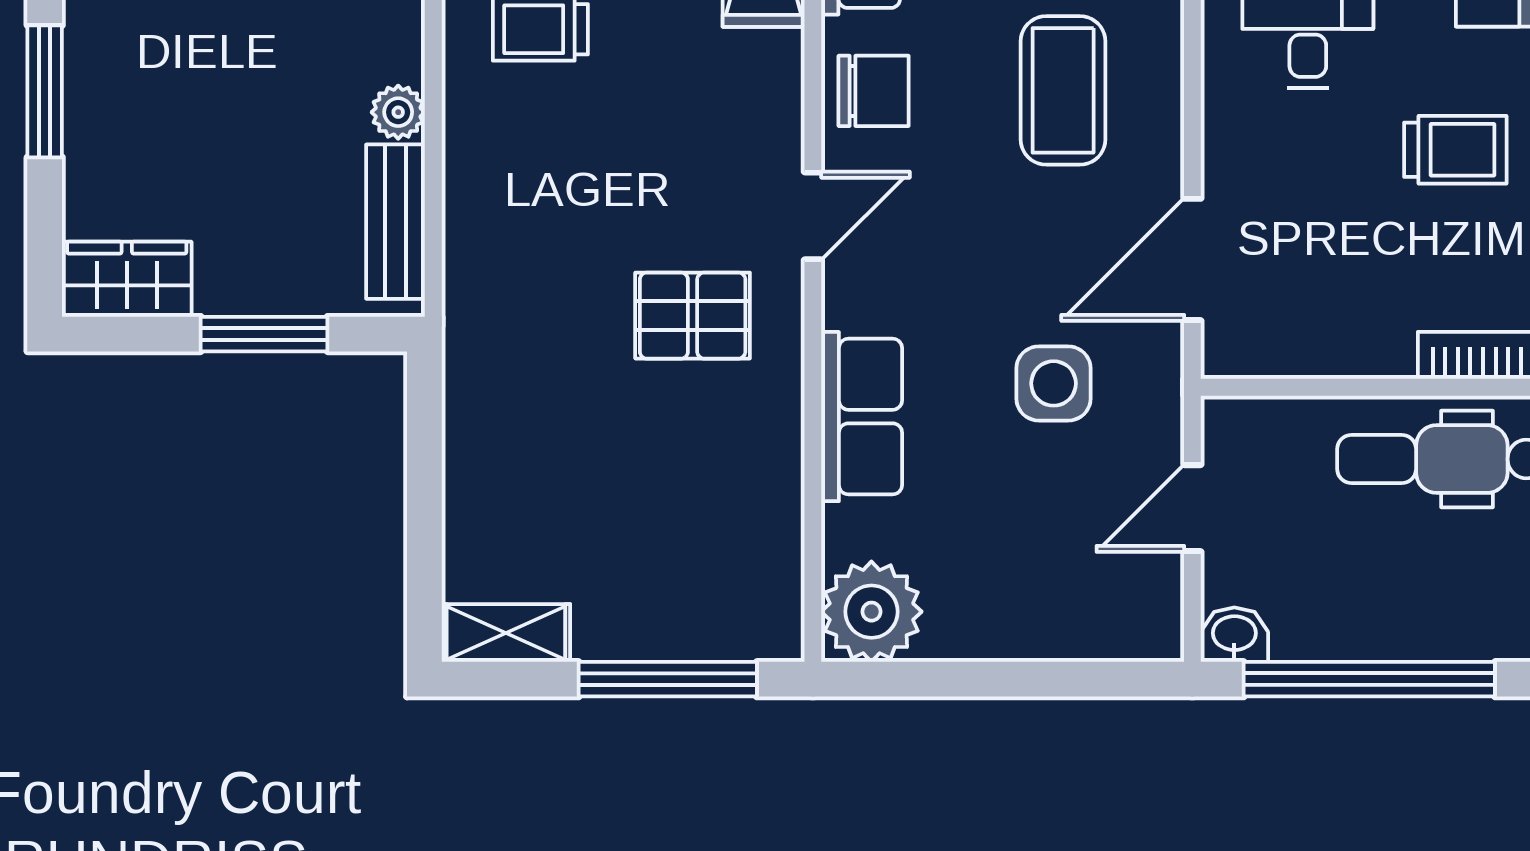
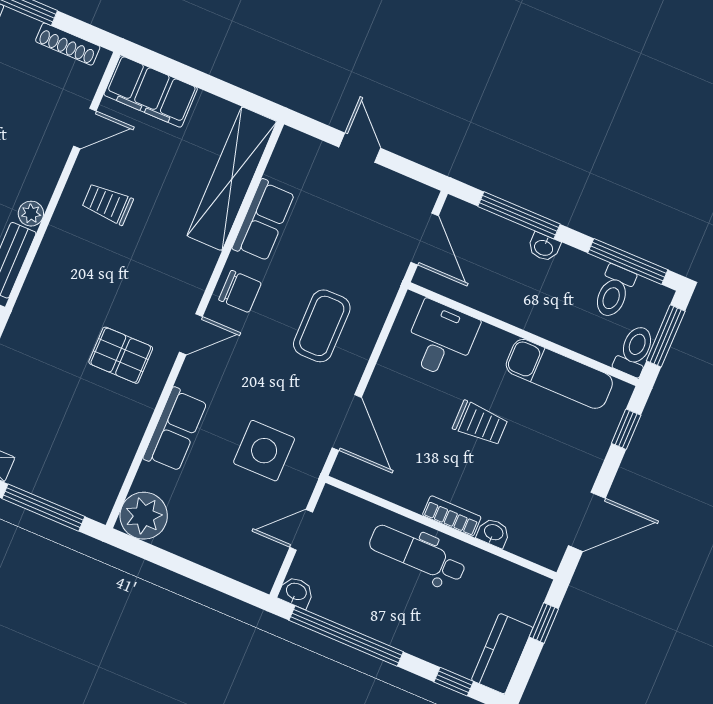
door: (1192, 259) -> (347, 423), swing flipped
side table: (1054, 383) -> (264, 451), width x1.37, depth x1.37

